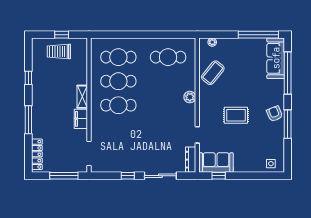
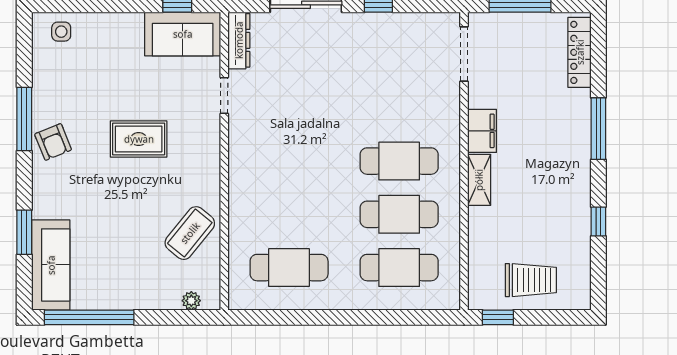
window: (62, 35) -> (498, 317), moved
window: (288, 73) -> (24, 232), width x0.47
plant: (190, 97) -> (241, 179), removed

